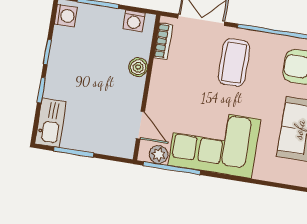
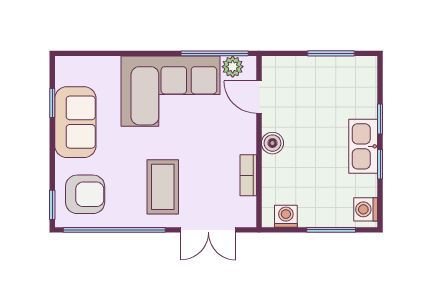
bookcase: (163, 41) -> (248, 175), moved
boiler: (138, 67) -> (272, 143), moved
kitchen sink: (51, 123) -> (363, 146), moved

